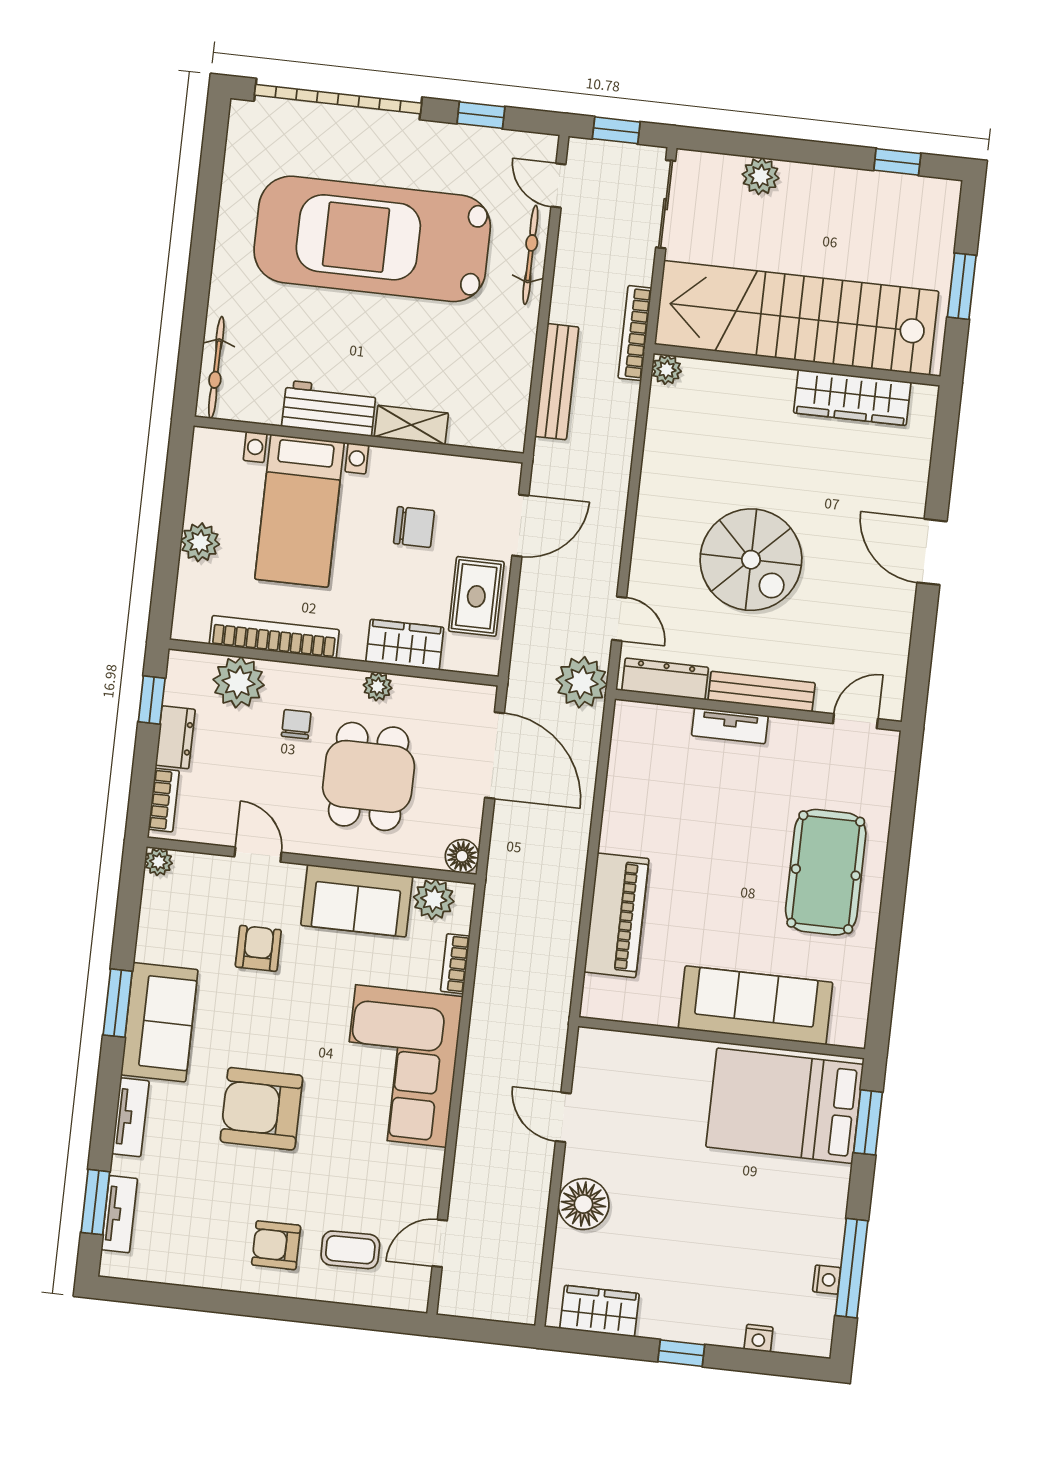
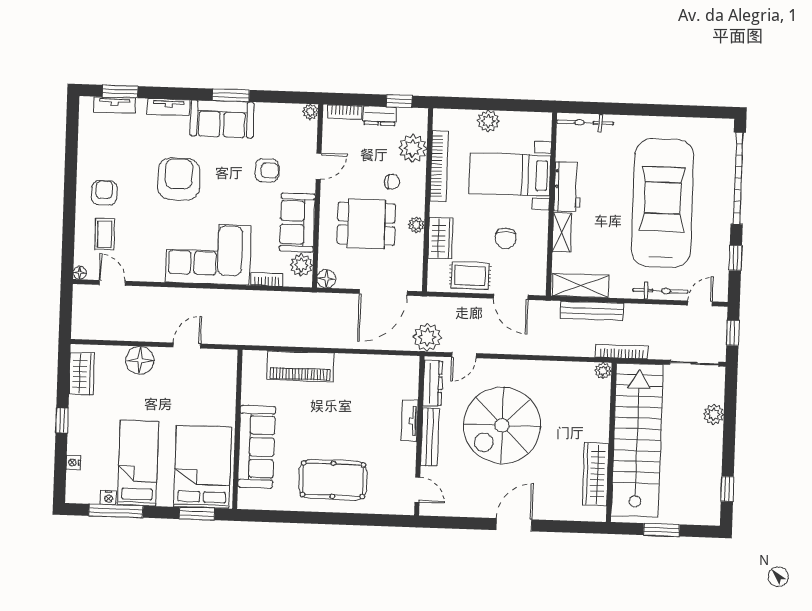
shelving: (510, 398) -> (581, 286), added
spiral stairs: (751, 560) -> (502, 425), width x1.37, depth x1.37
bed: (768, 1222) -> (138, 463), added
floor lamp: (417, 1301) -> (80, 273), added

